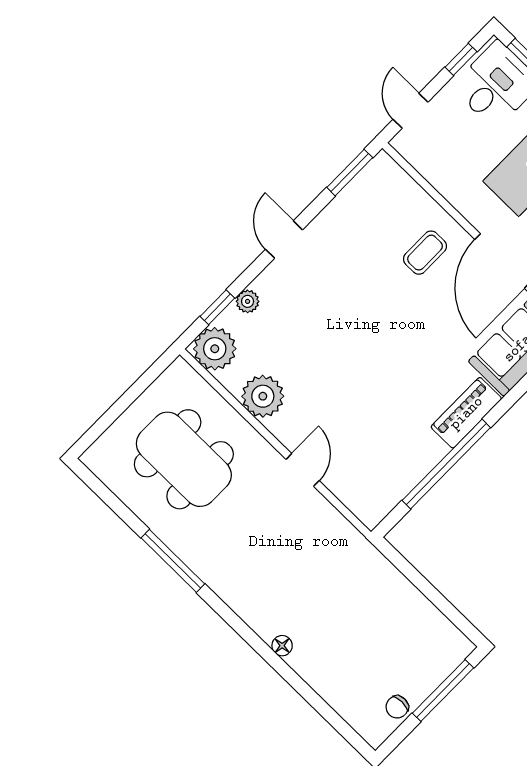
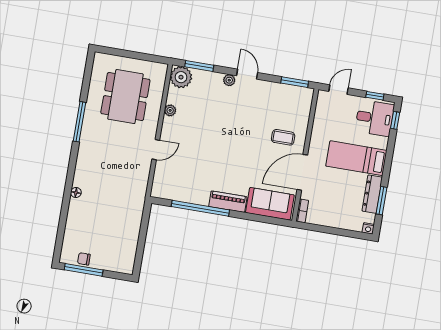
door: (284, 240) -> (247, 74), hinge flipped
plant: (248, 301) -> (229, 80), moved
window: (217, 307) -> (199, 66), width x1.50
plant: (263, 396) -> (170, 110), width x0.53, depth x0.53
window: (443, 690) -> (84, 270), moved

